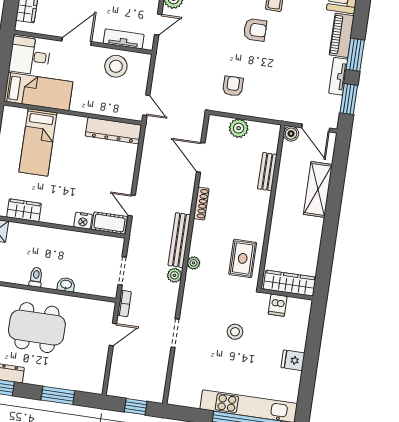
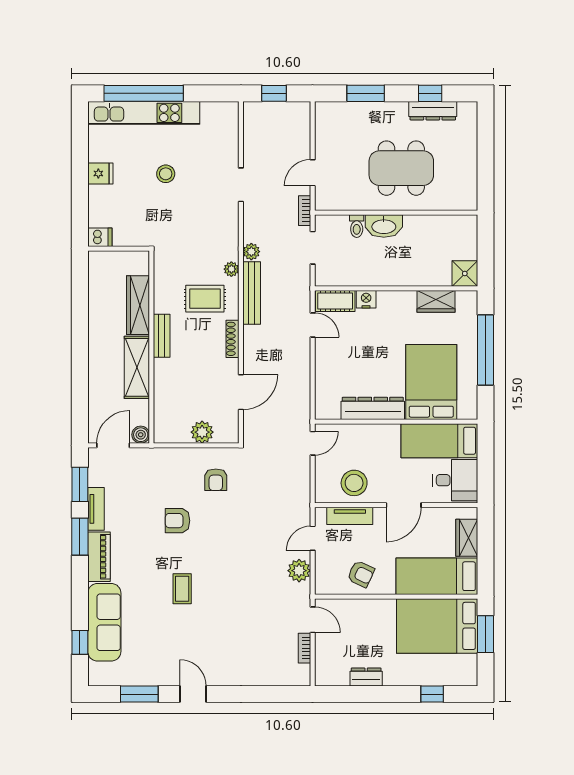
armchair: (255, 30) -> (177, 521), moved
door: (146, 105) -> (313, 443), swing flipped
door: (316, 128) -> (113, 445), hinge flipped
dresser: (113, 131) -> (373, 408), moved
bed: (38, 142) -> (431, 382), width x1.50
door: (201, 157) -> (241, 392), hinge flipped
bench: (267, 172) -> (162, 336), moved
shelving: (318, 189) -> (137, 367), moved
rug: (243, 258) -> (205, 299), moved, turned 90
toilet: (36, 277) -> (357, 226), moved
wardrobe: (290, 283) -> (138, 305), moved, turned 90
washbasin: (66, 285) -> (384, 226), width x1.91, depth x1.45
dishwasher: (278, 305) -> (100, 237), moved, turned 90
stool: (235, 332) -> (166, 174), moved

